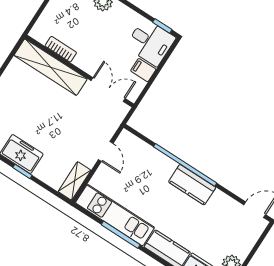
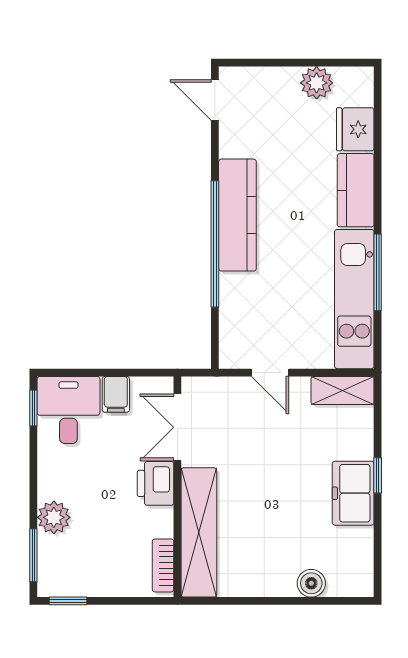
bookcase: (61, 49) -> (163, 565), moved
printer: (88, 61) -> (155, 483), added
door: (106, 151) -> (270, 373), swing flipped
kitchen counter: (192, 185) -> (237, 215), width x1.50

